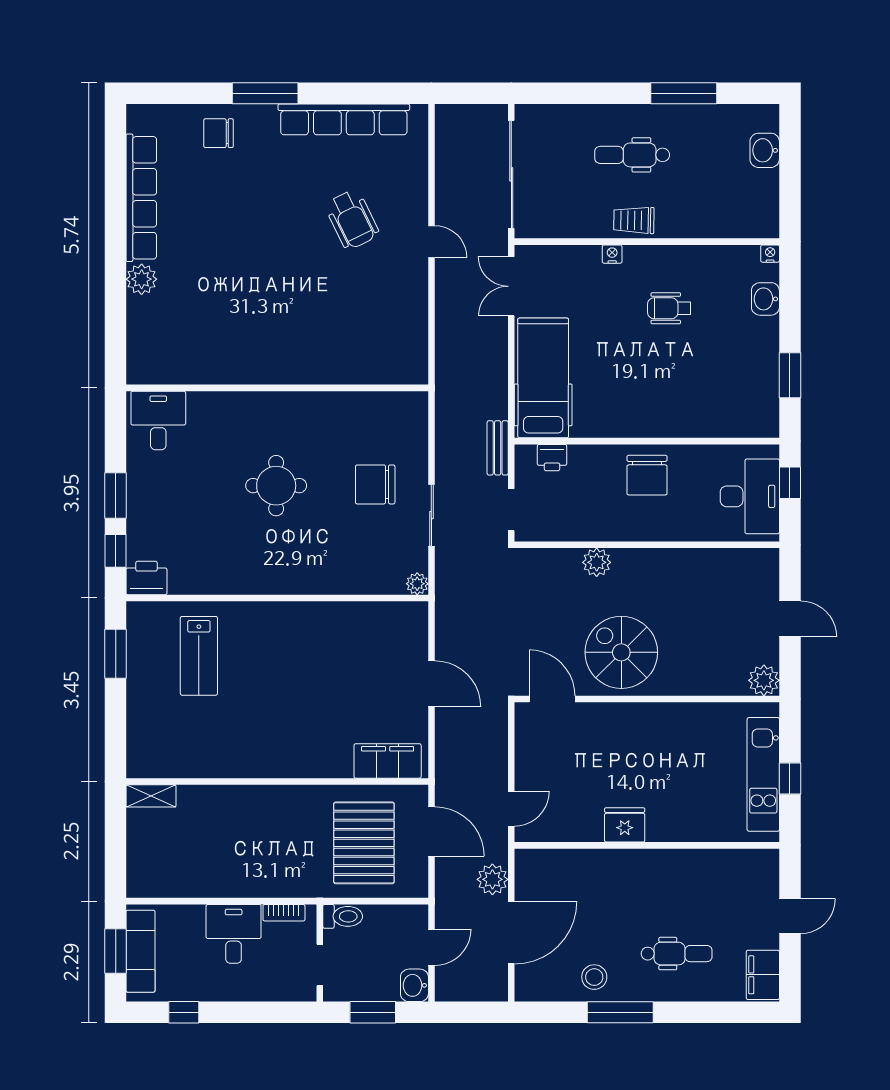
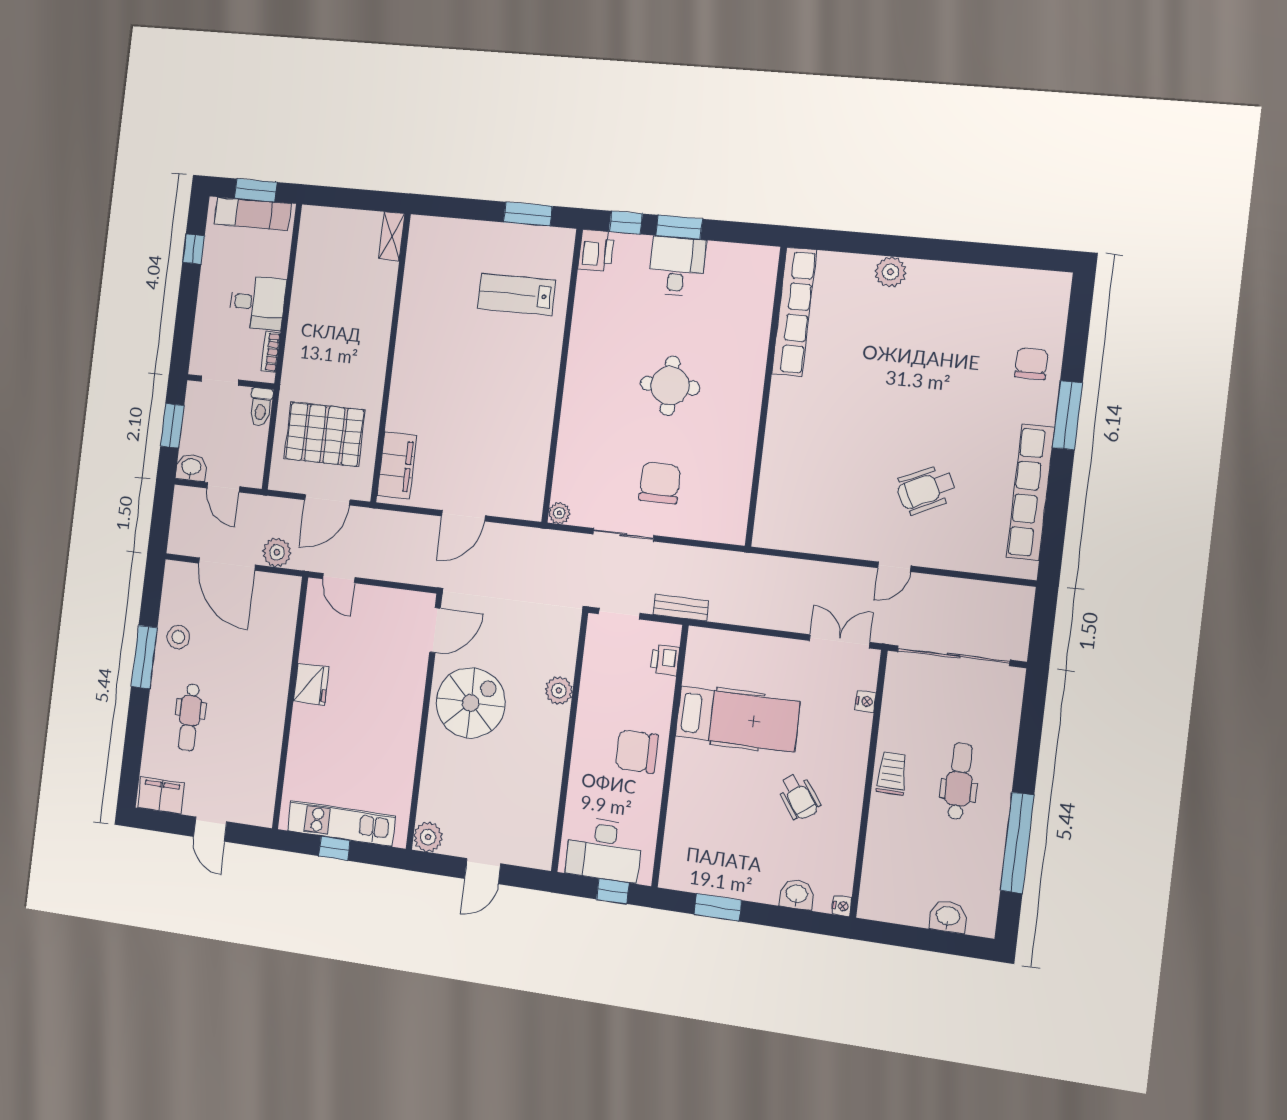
window: (684, 93) -> (1017, 843), width x1.46
row of seats: (141, 198) -> (794, 312), moved, turned -90
nightstand: (612, 254) -> (866, 701), moved
wheelchair: (669, 308) -> (799, 797), turned 144
hospital bed: (543, 378) -> (737, 719), moved
desk: (158, 420) -> (677, 267), moved, turned -90

